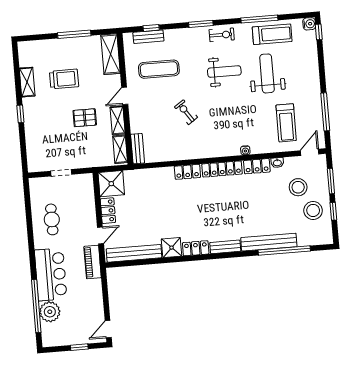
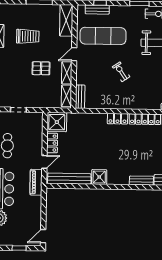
exercise mat: (159, 69) -> (103, 36), width x1.36, depth x1.45
locker: (196, 248) -> (118, 179), removed

